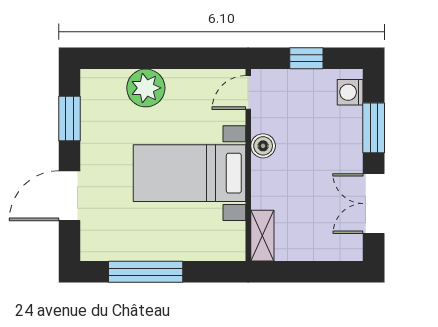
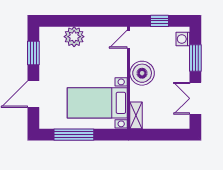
boiler: (263, 146) -> (142, 73), width x1.86, depth x1.86
bed with nightstands: (189, 173) -> (97, 103), moved

